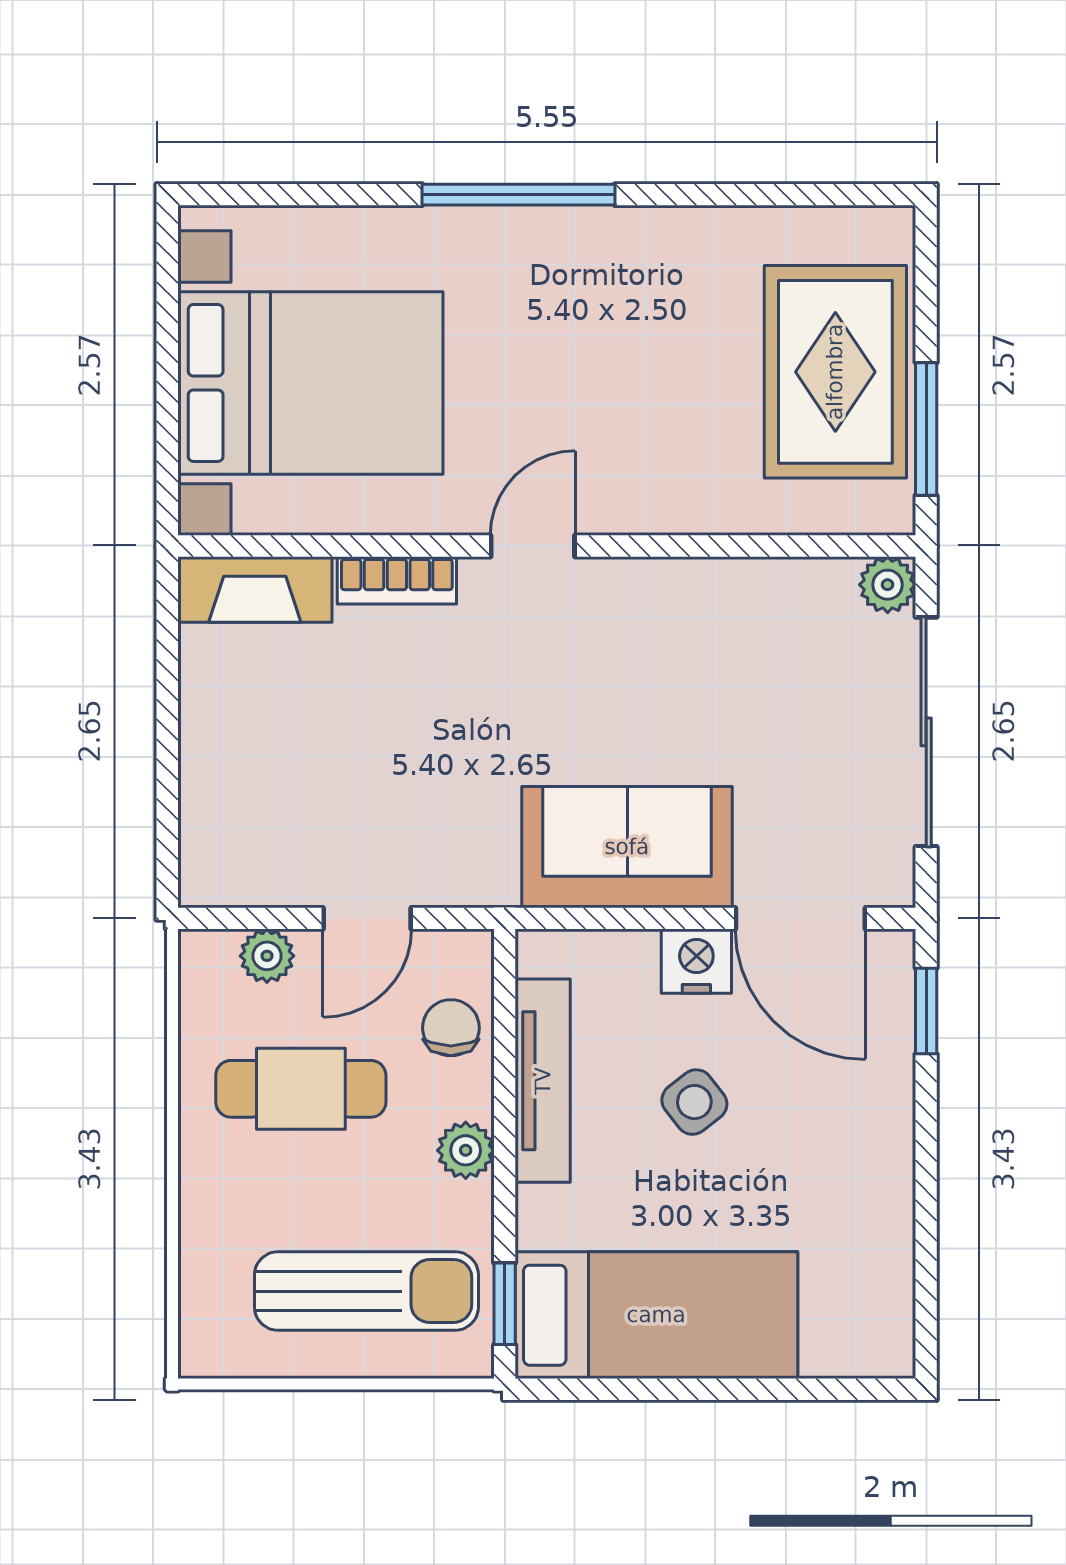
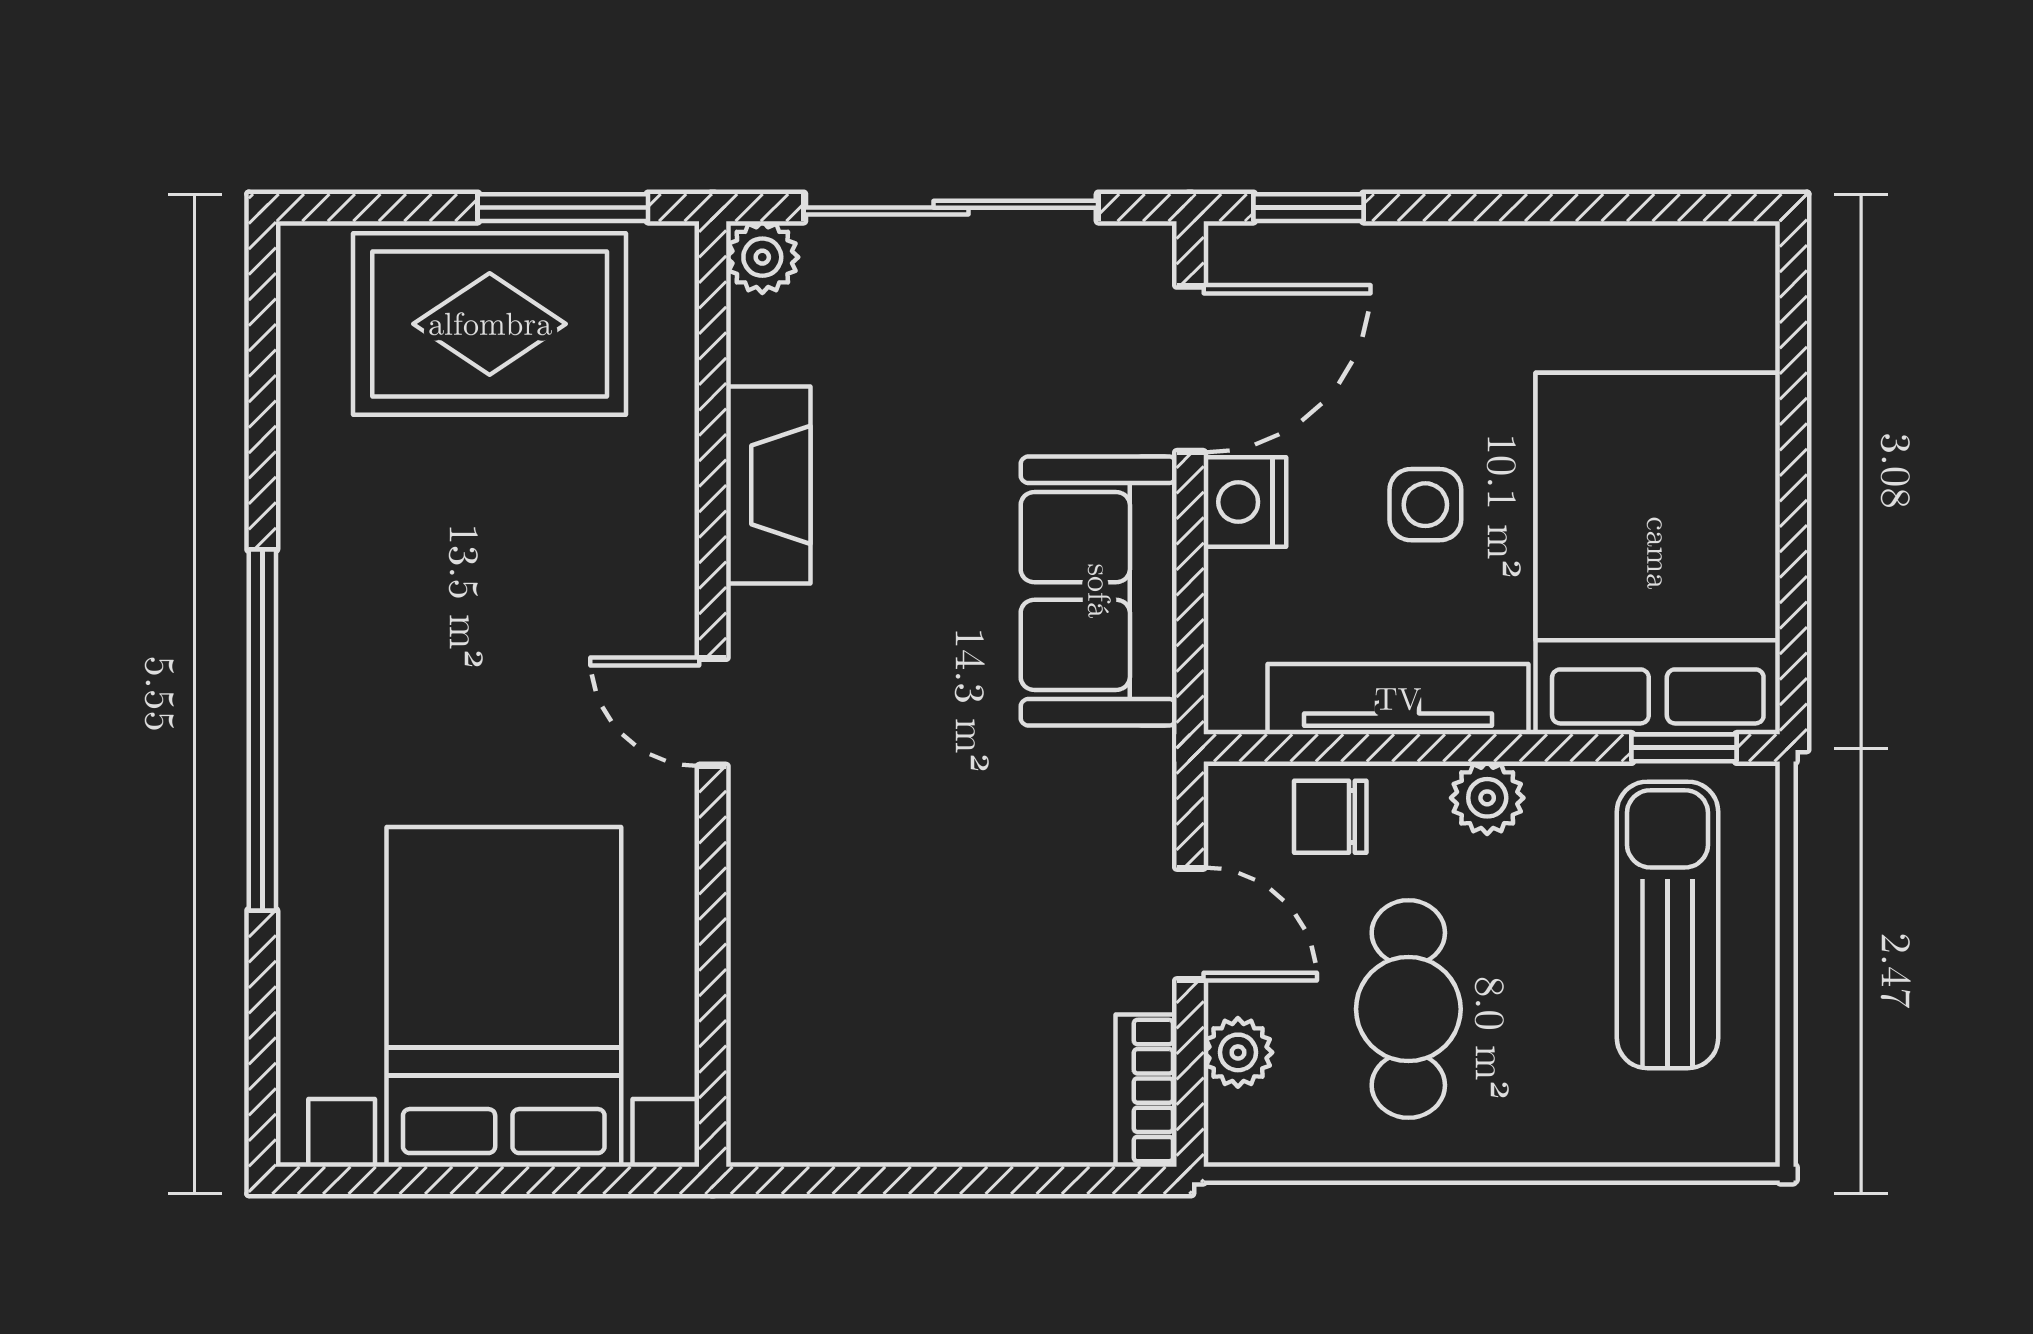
window: (519, 195) -> (262, 730), width x1.46
bookcase: (397, 580) -> (1146, 1091), moved, turned 180
fireplace: (255, 589) -> (768, 485), moved
side table: (694, 1102) -> (1425, 505), turned 38
bed: (656, 1315) -> (1658, 553), width x1.50

